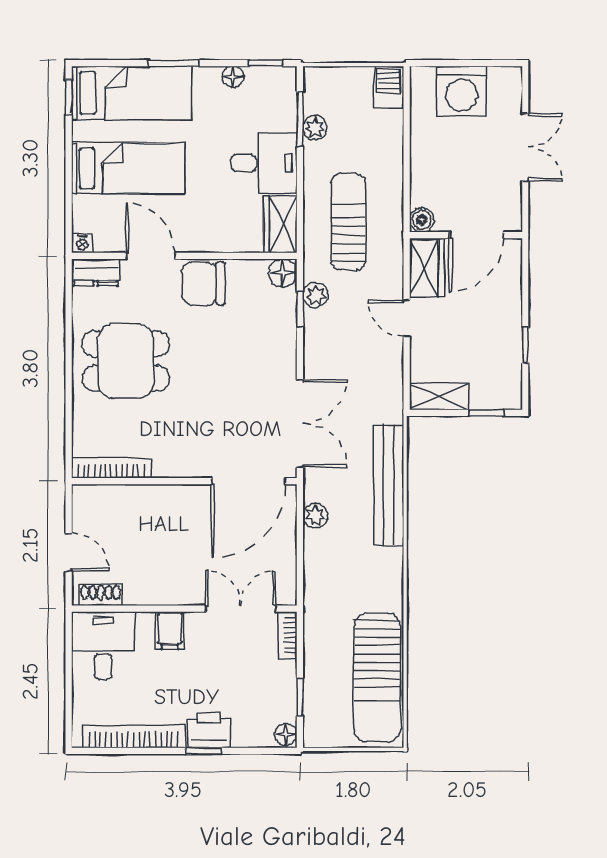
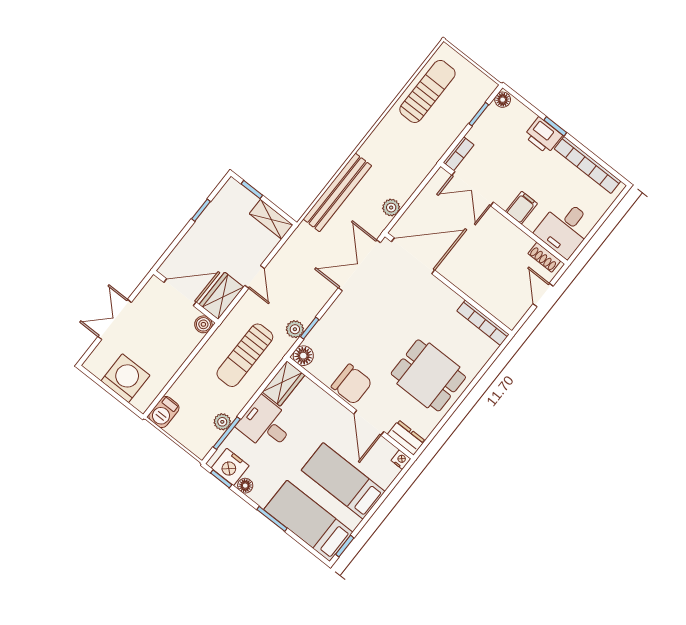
nightstand: (266, 84) -> (230, 467), added
sun lounger: (377, 677) -> (427, 91), width x0.73, depth x0.75

